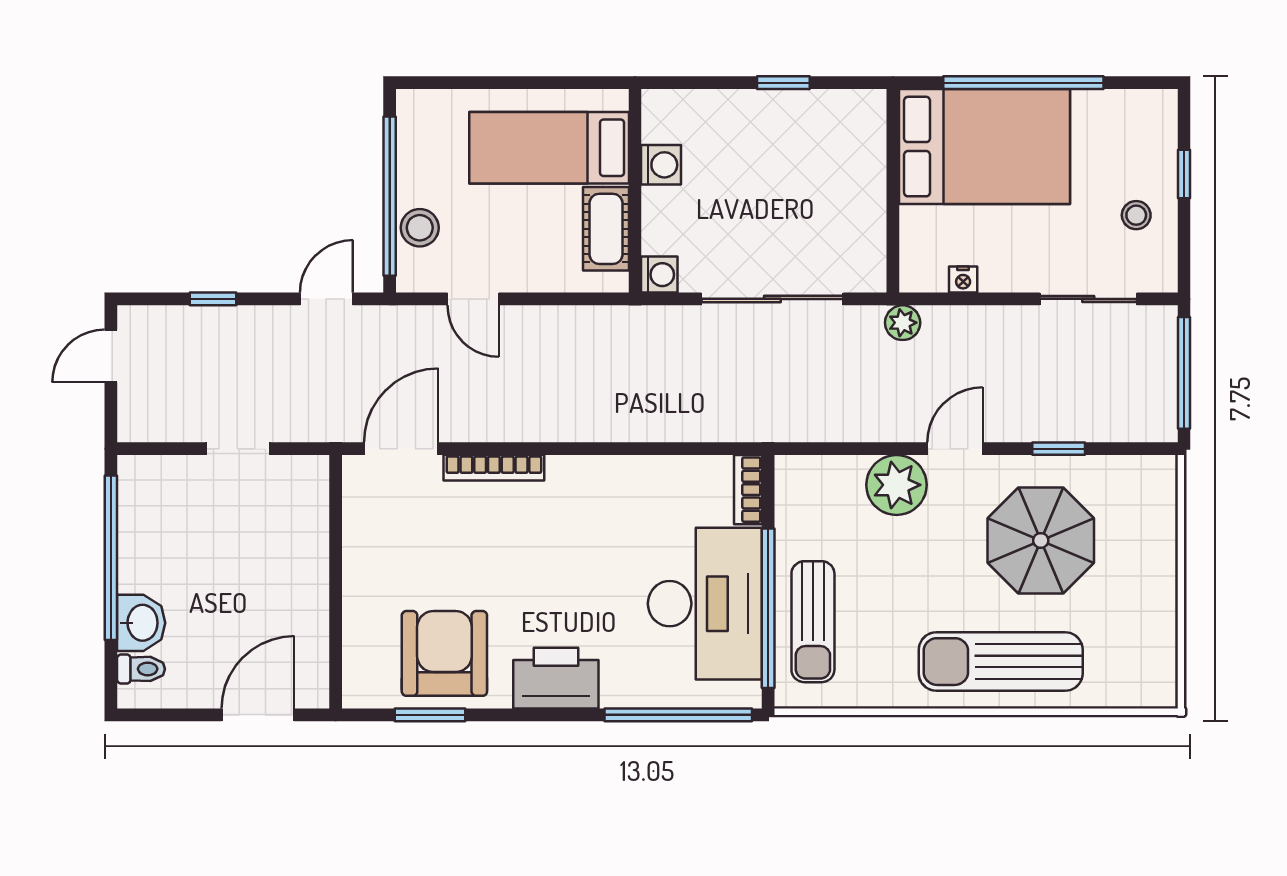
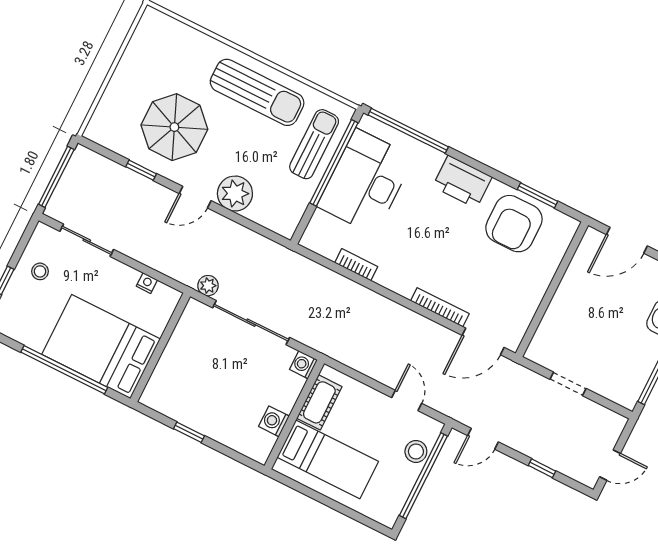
plant: (903, 323) -> (208, 286), moved
bookcase: (748, 490) -> (356, 265), moved, turned -90
sun lounger: (1001, 662) -> (257, 92), moved

